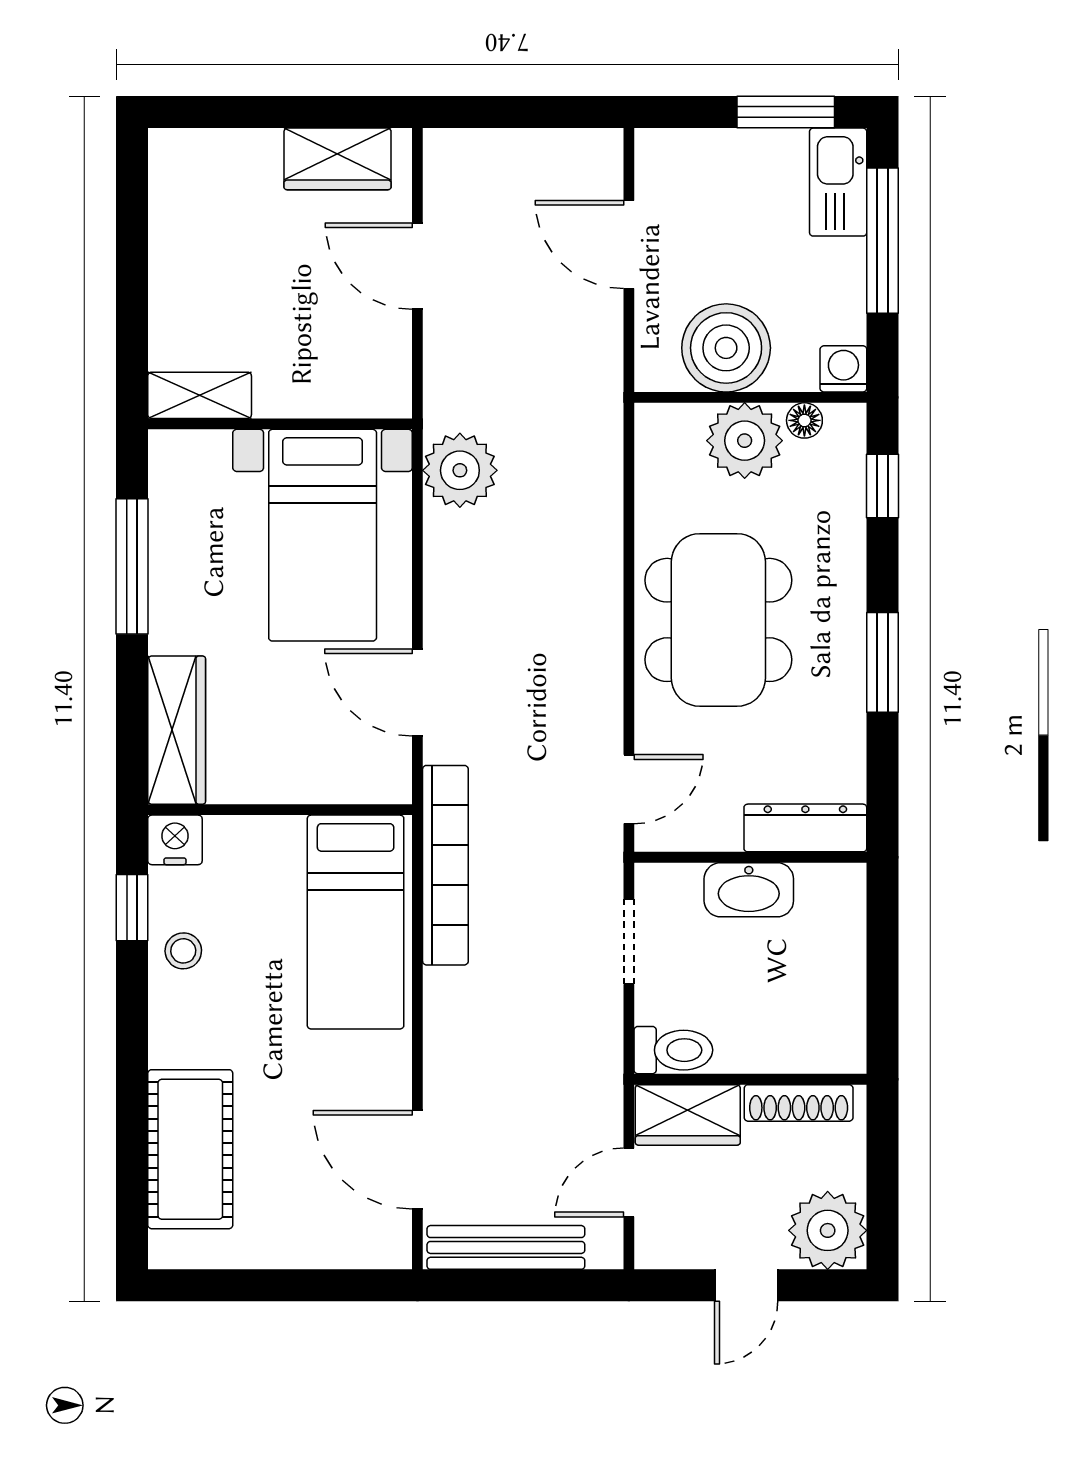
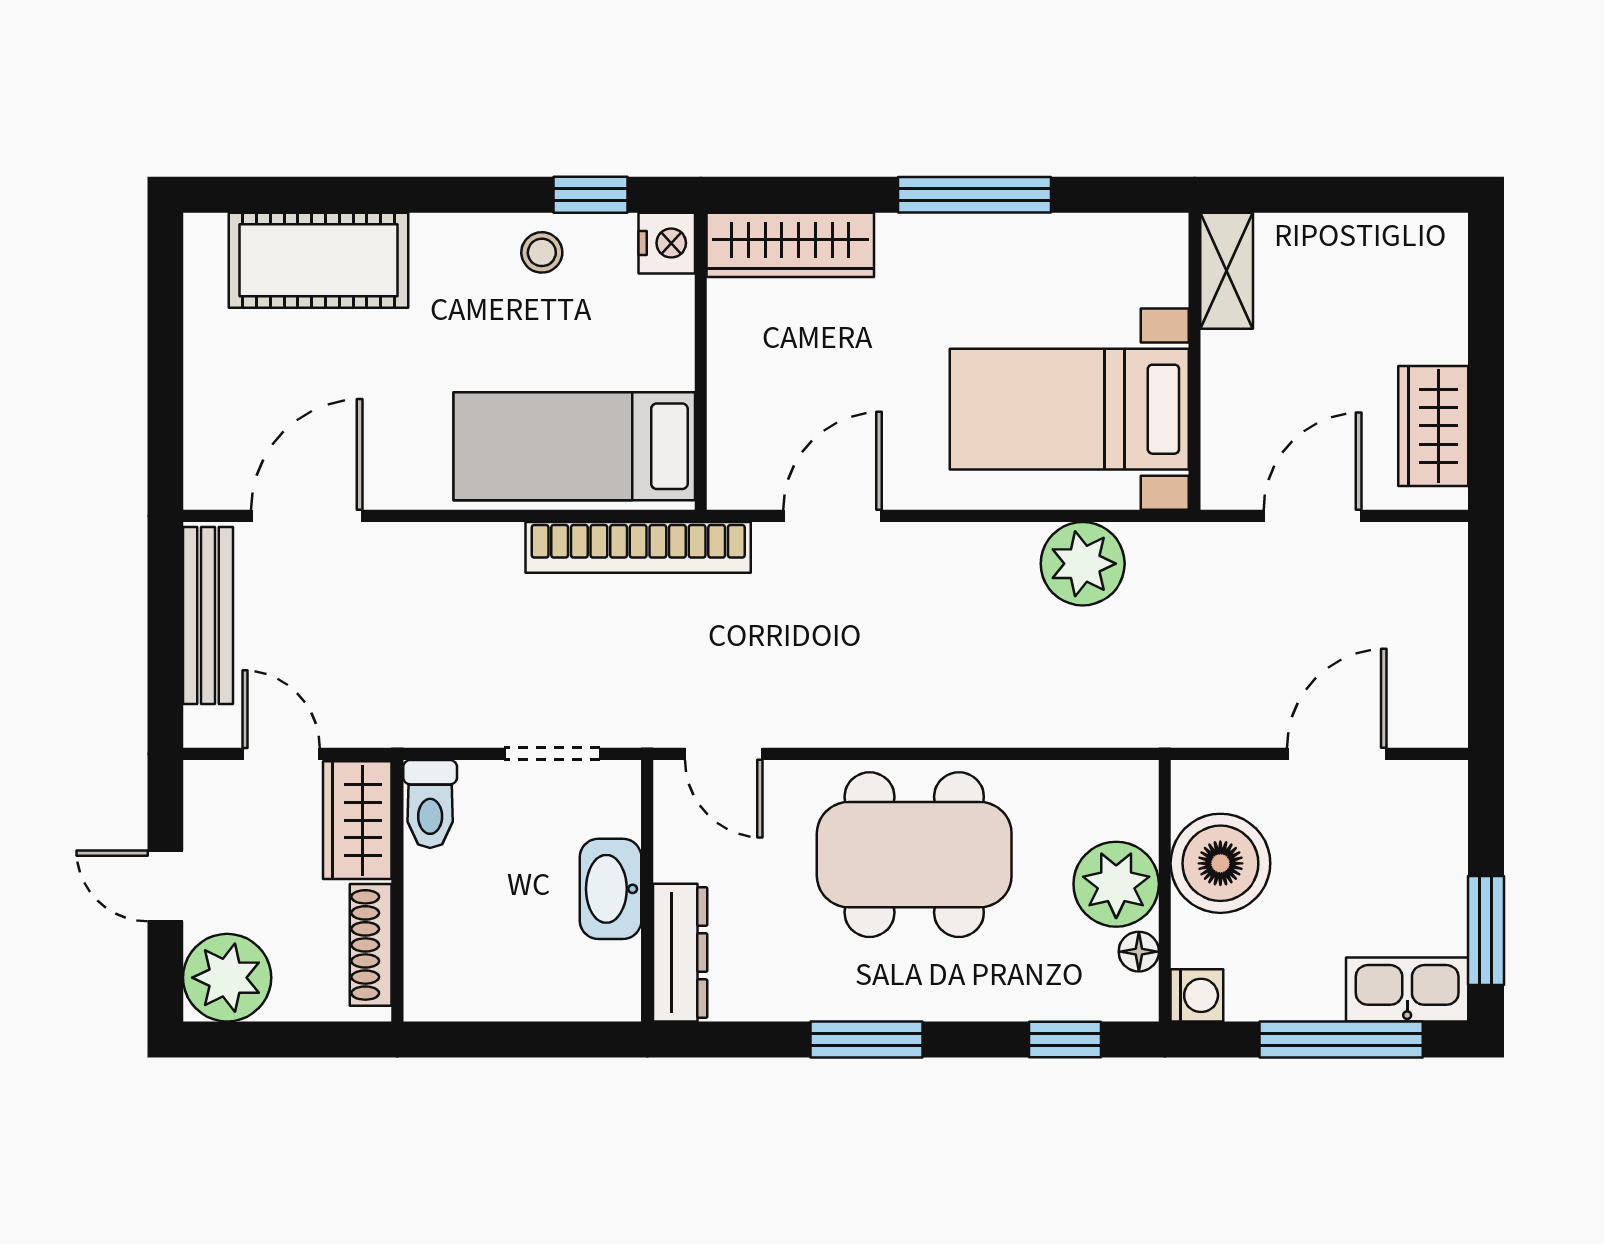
shelving: (200, 395) -> (1227, 271), moved
wall: (280, 424) -> (1194, 361), moved
bed with nightstands: (323, 535) -> (1069, 409), moved

